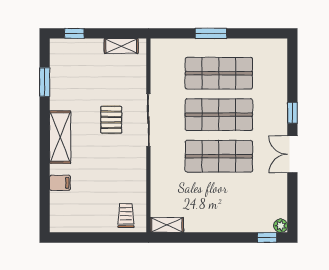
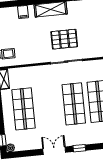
pallet: (111, 120) -> (64, 39), width x1.50, depth x1.42
shop shelf: (219, 156) -> (24, 109), moved

